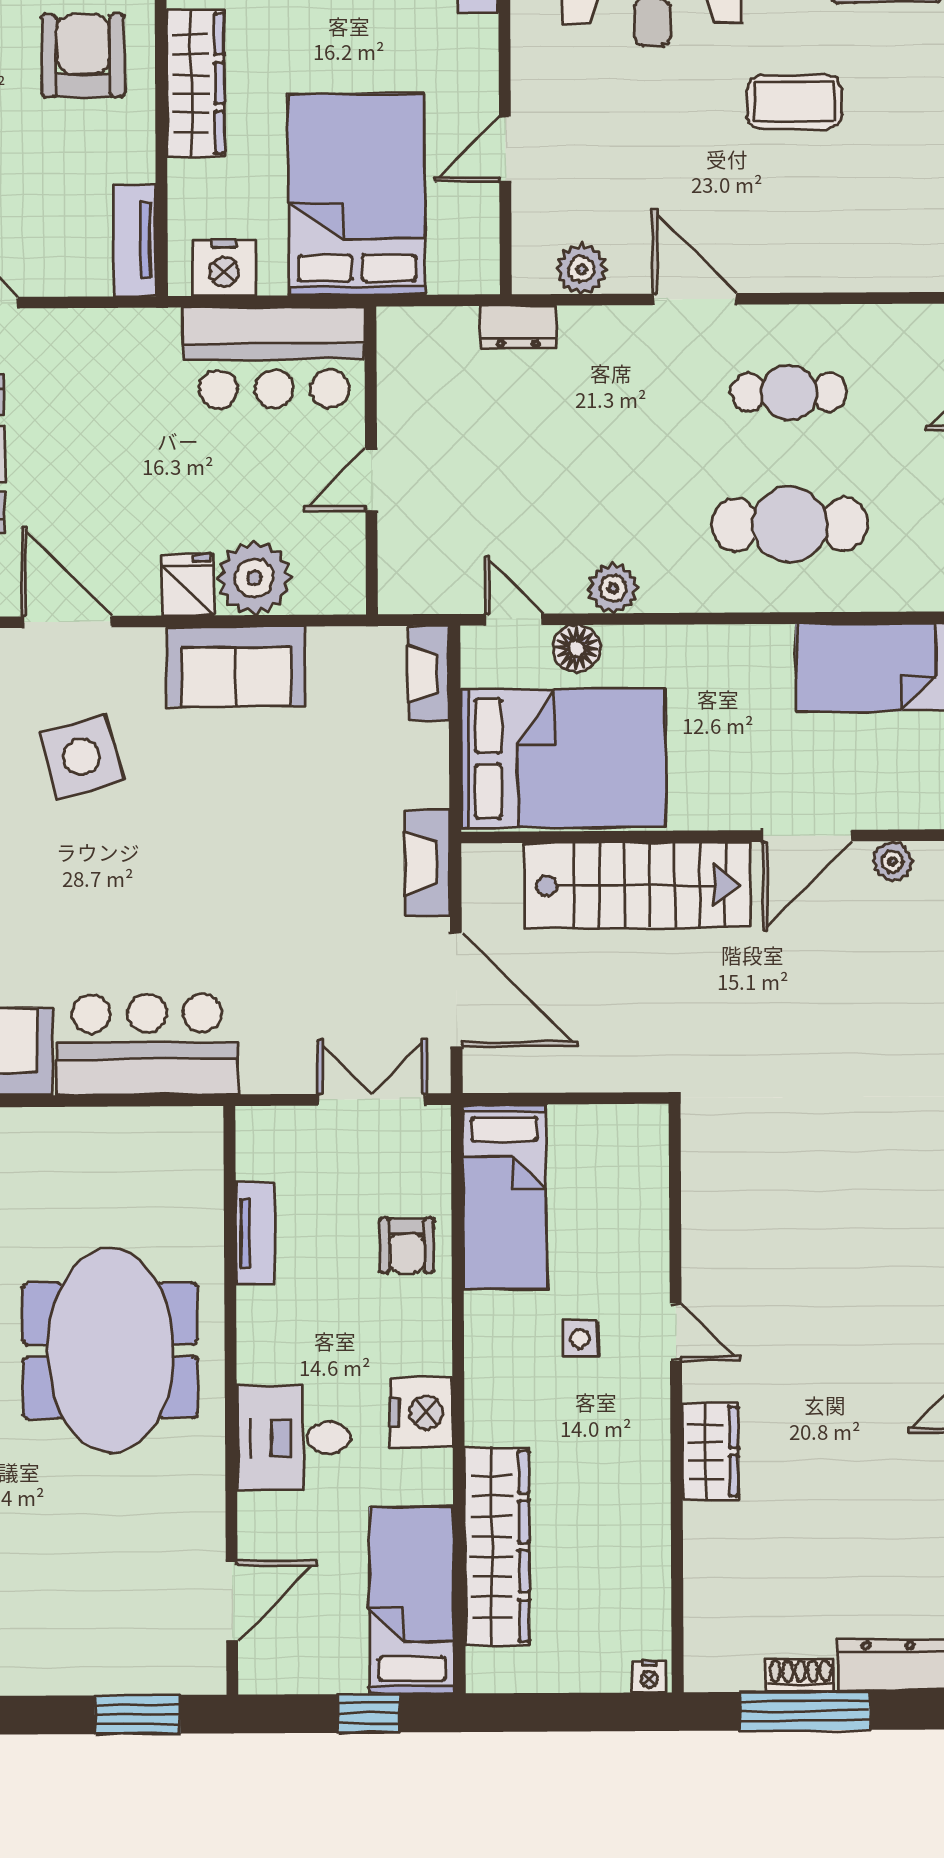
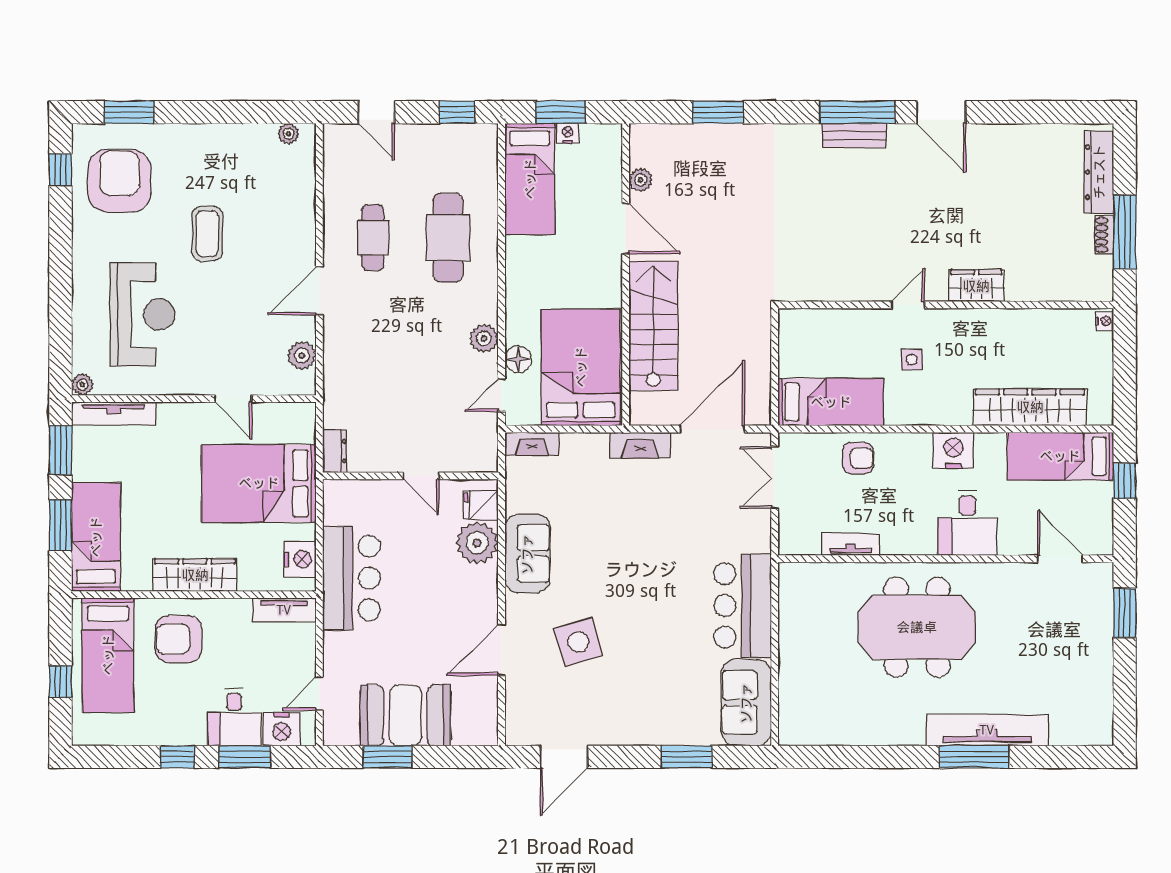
dresser: (518, 327) -> (335, 451), moved
bar counter: (274, 358) -> (351, 578), moved
fridge: (188, 585) -> (481, 505), moved

